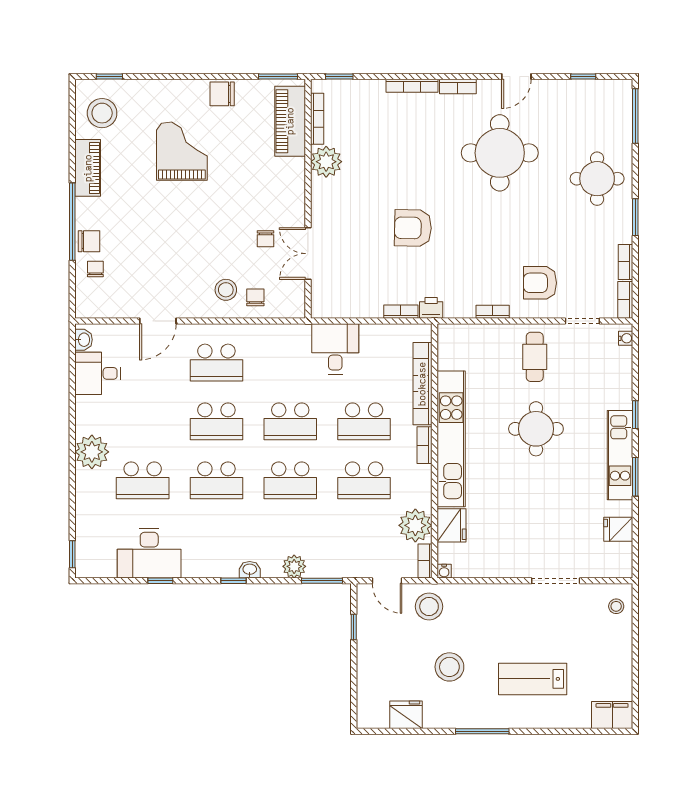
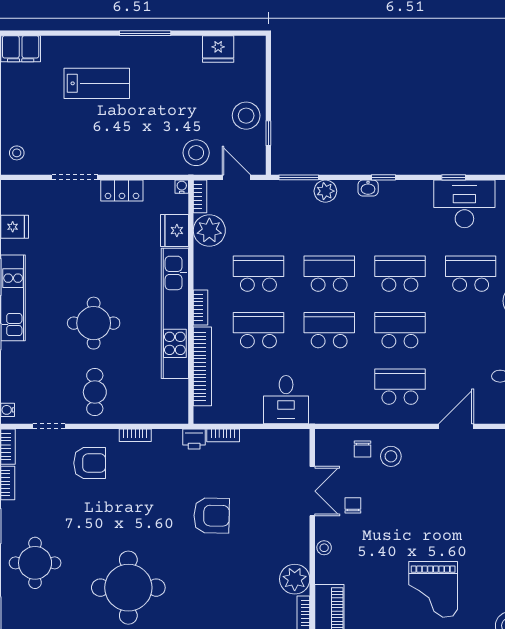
stool: (296, 194) -> (324, 548), added
locker: (506, 567) -> (122, 191), added
stool: (449, 667) -> (246, 116), moved

